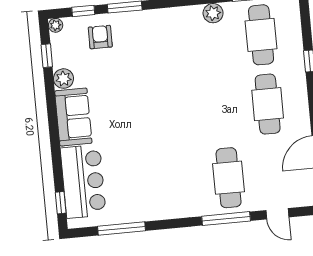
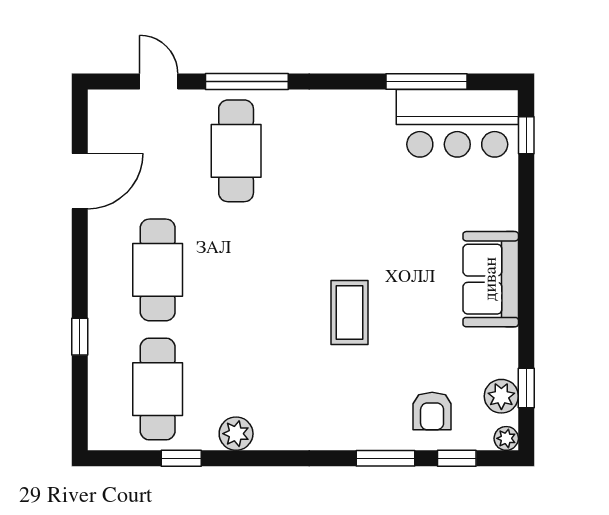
plant: (63, 79) -> (501, 396), moved
coffee table: (154, 90) -> (349, 312), added
bar counter: (83, 181) -> (457, 123), moved, turned -90

